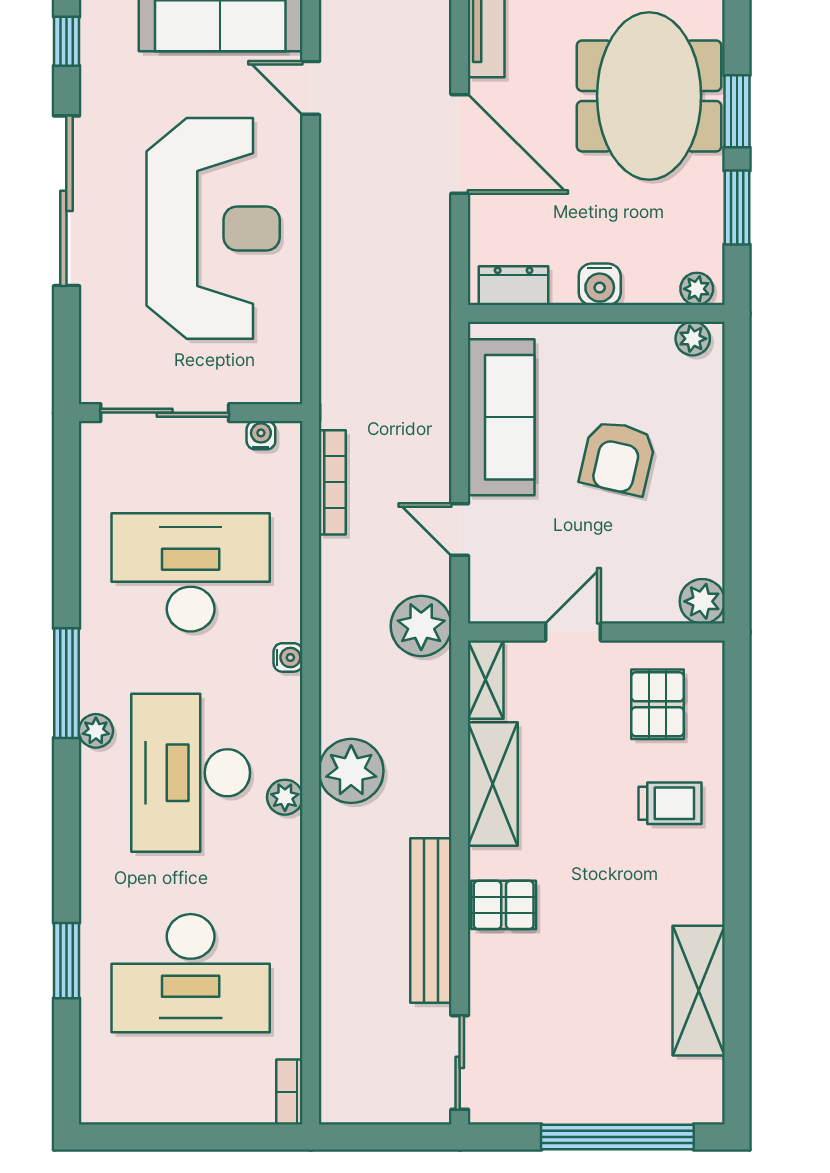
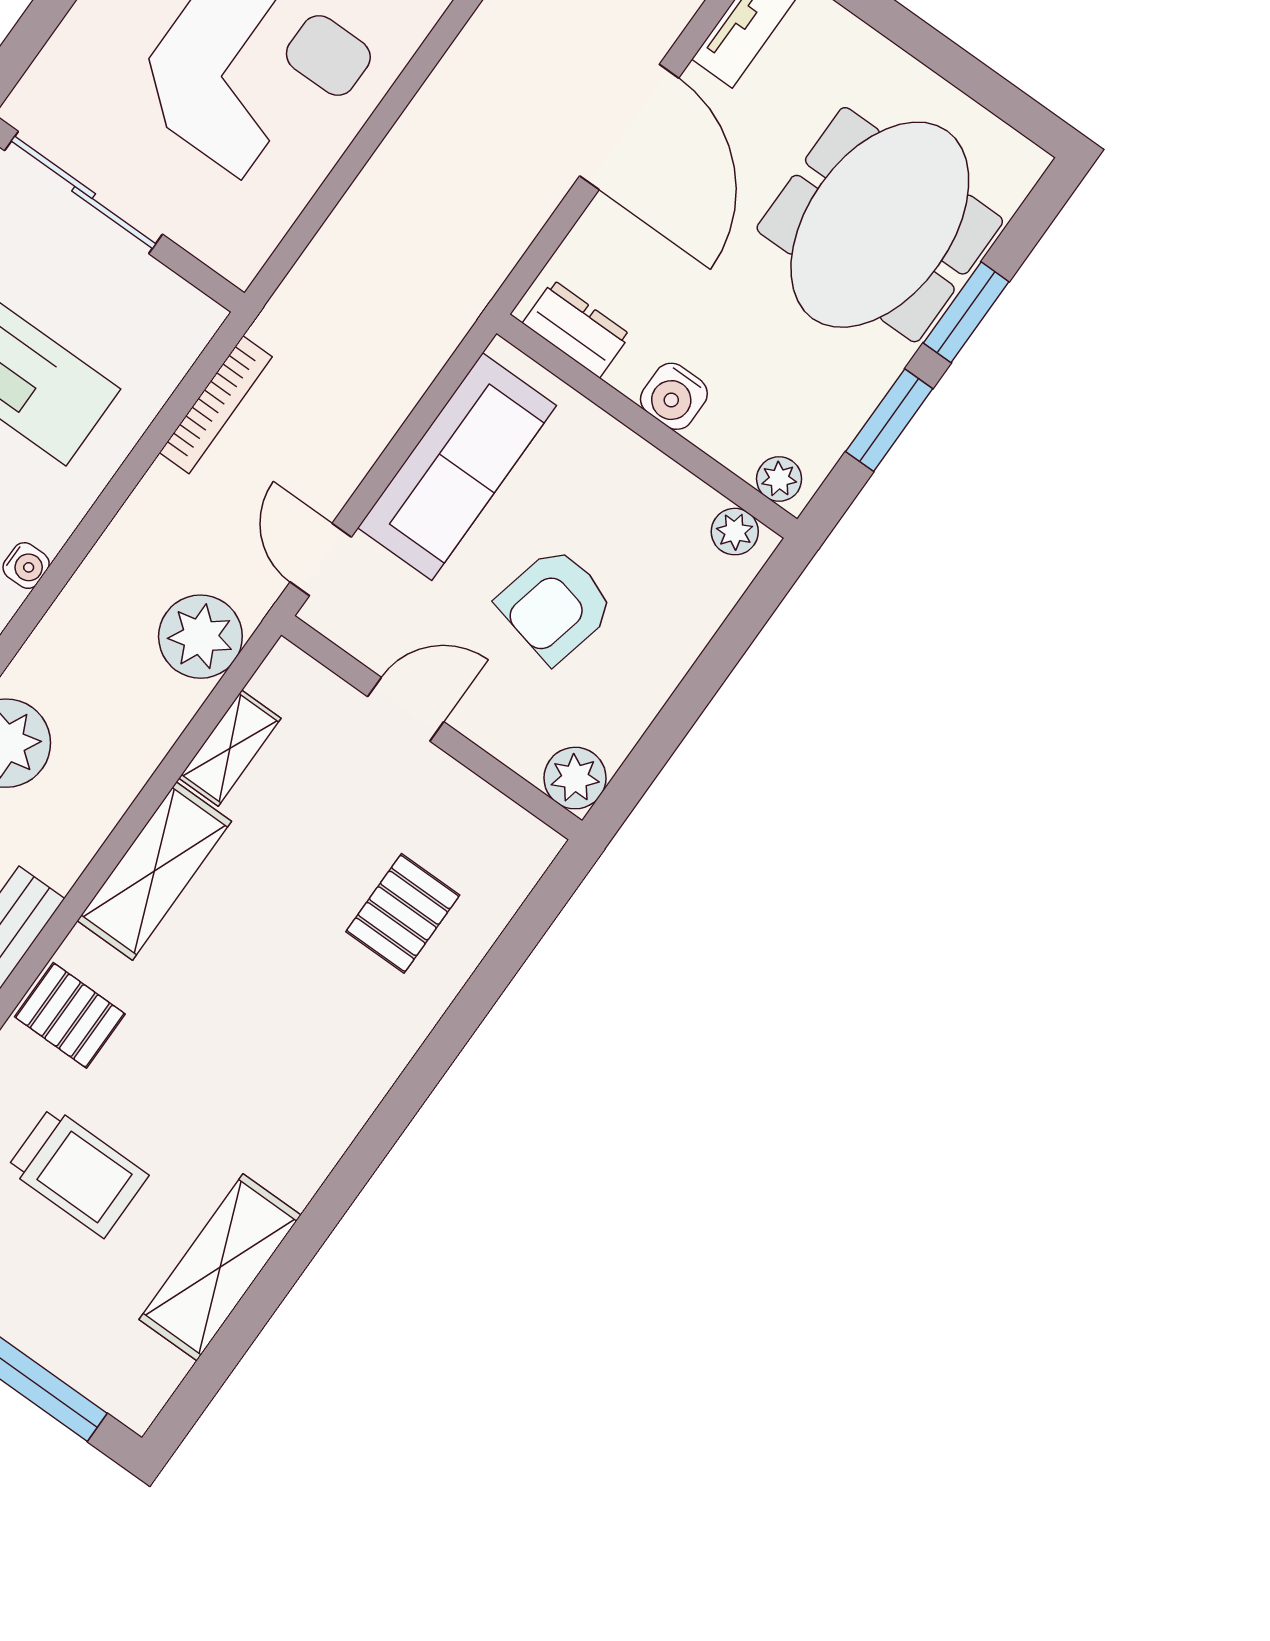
water cooler: (261, 435) -> (173, 295), removed
plant: (702, 601) -> (575, 778), moved
door: (573, 632) -> (406, 709), moved
wall: (596, 632) -> (432, 728), moved
trolley: (670, 803) -> (78, 1172), moved, width x1.36, depth x1.39

